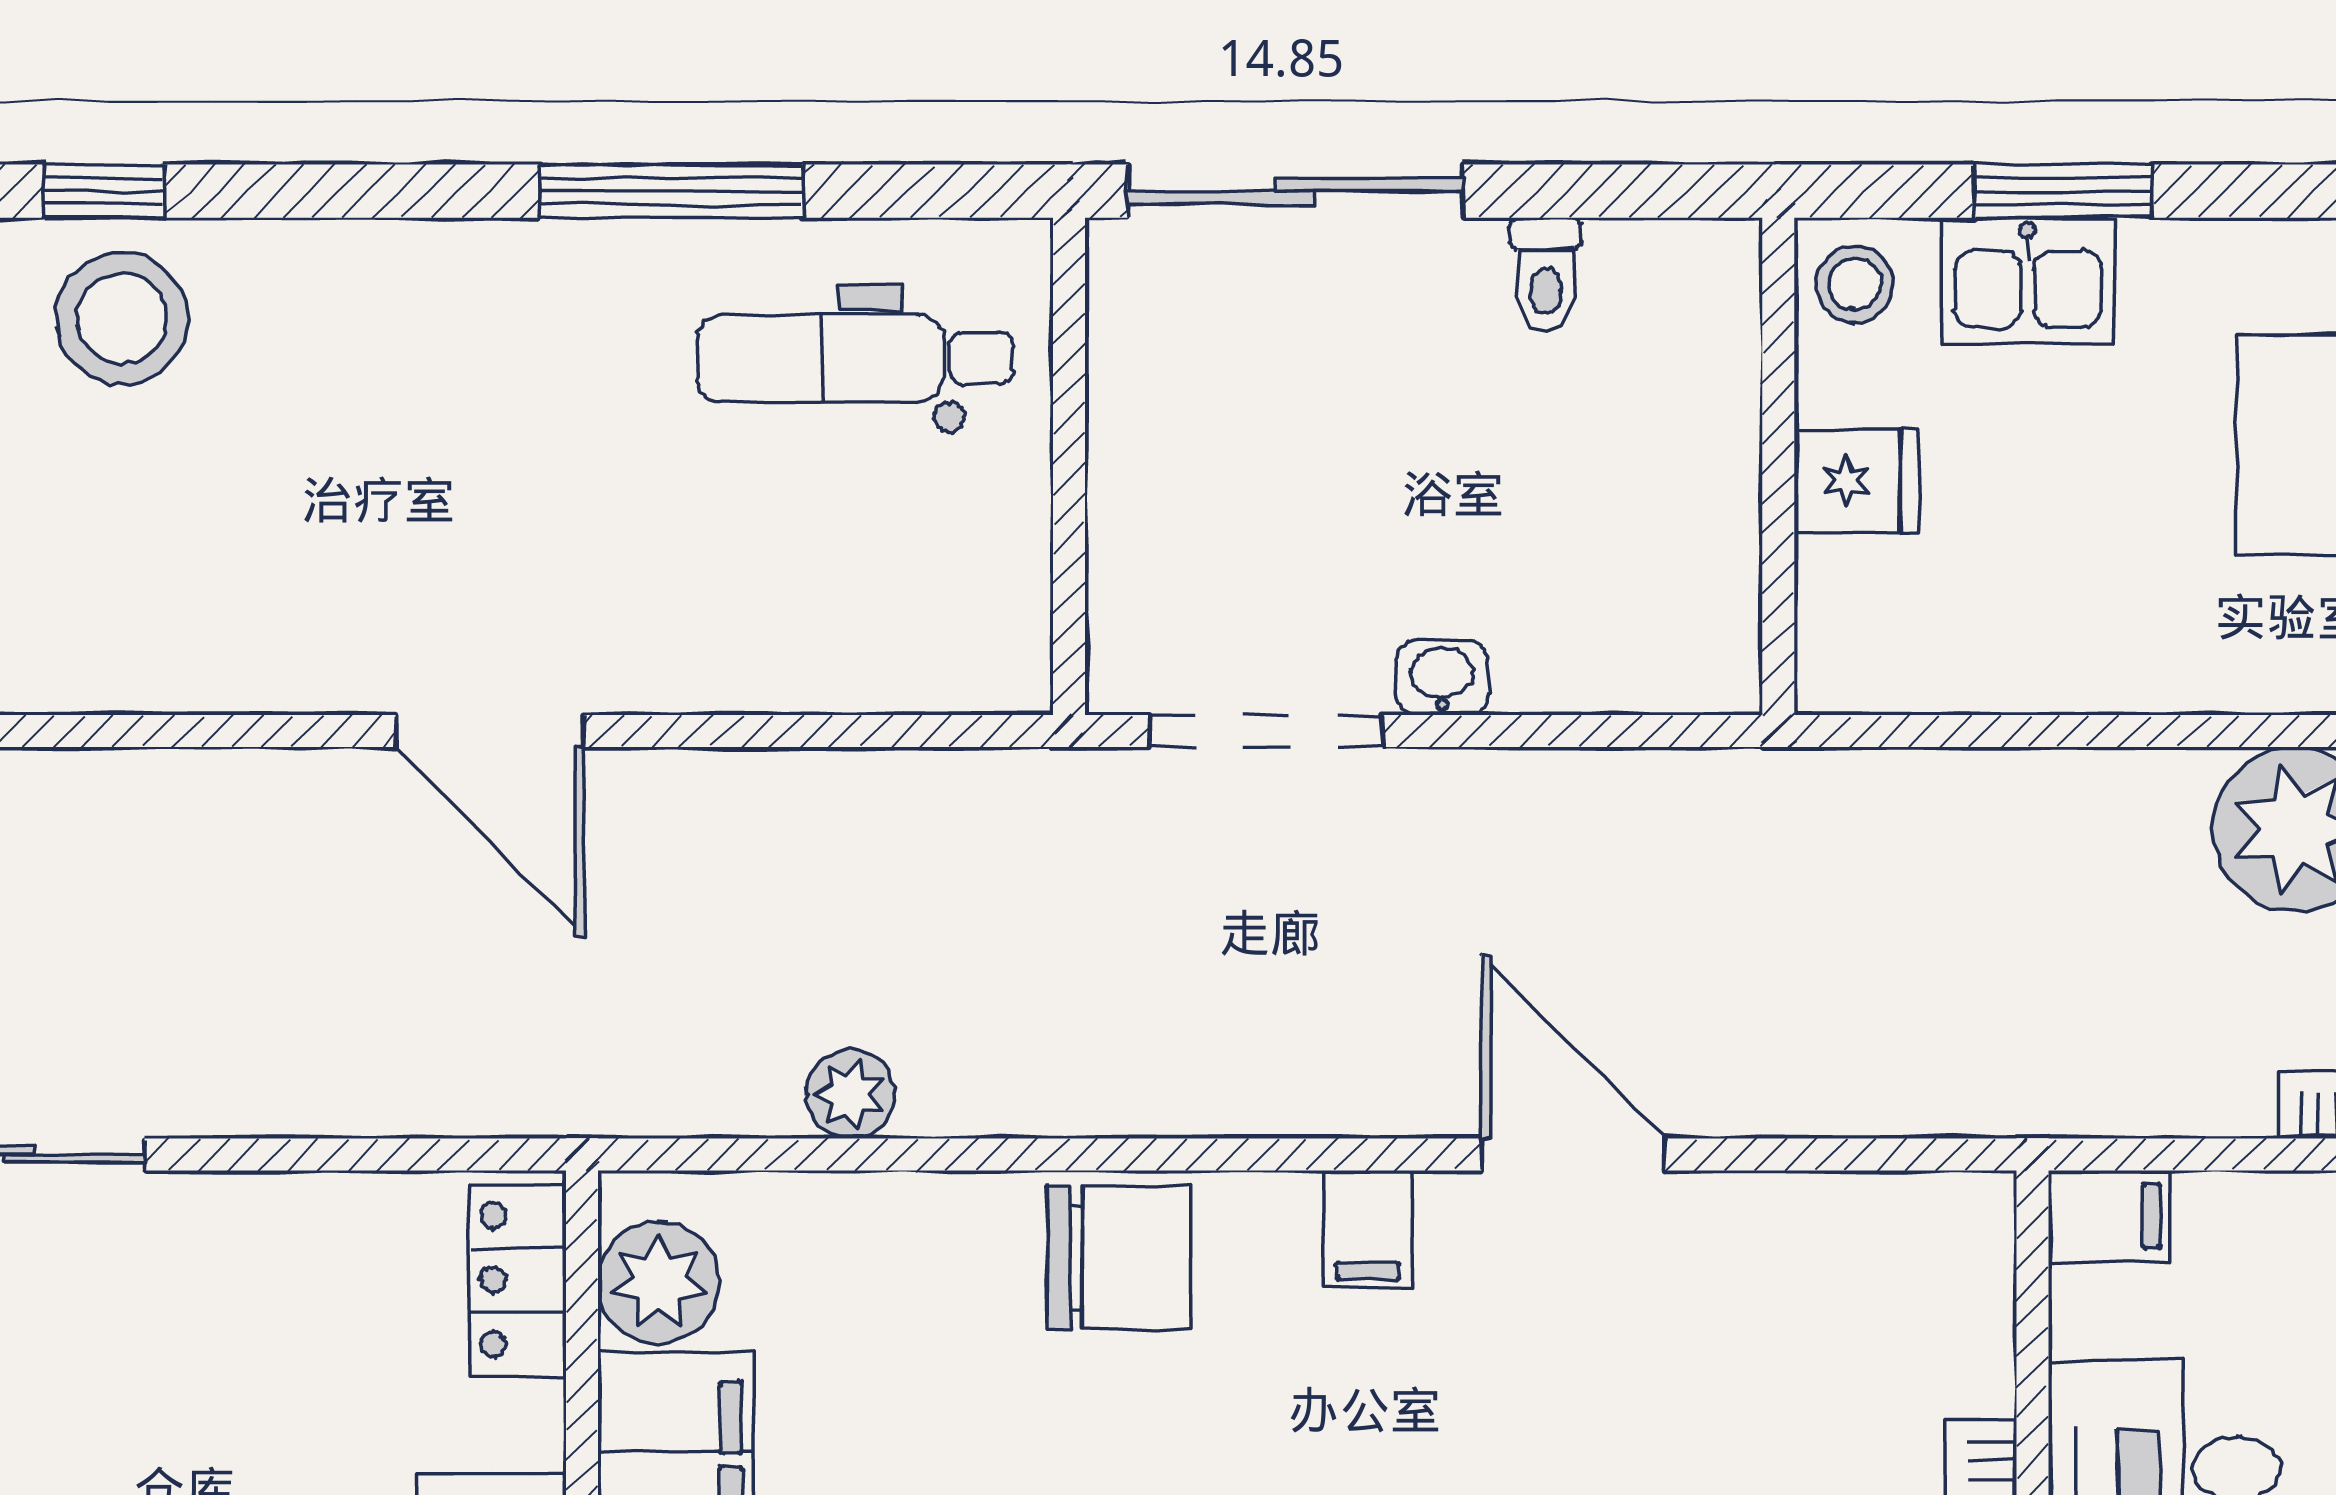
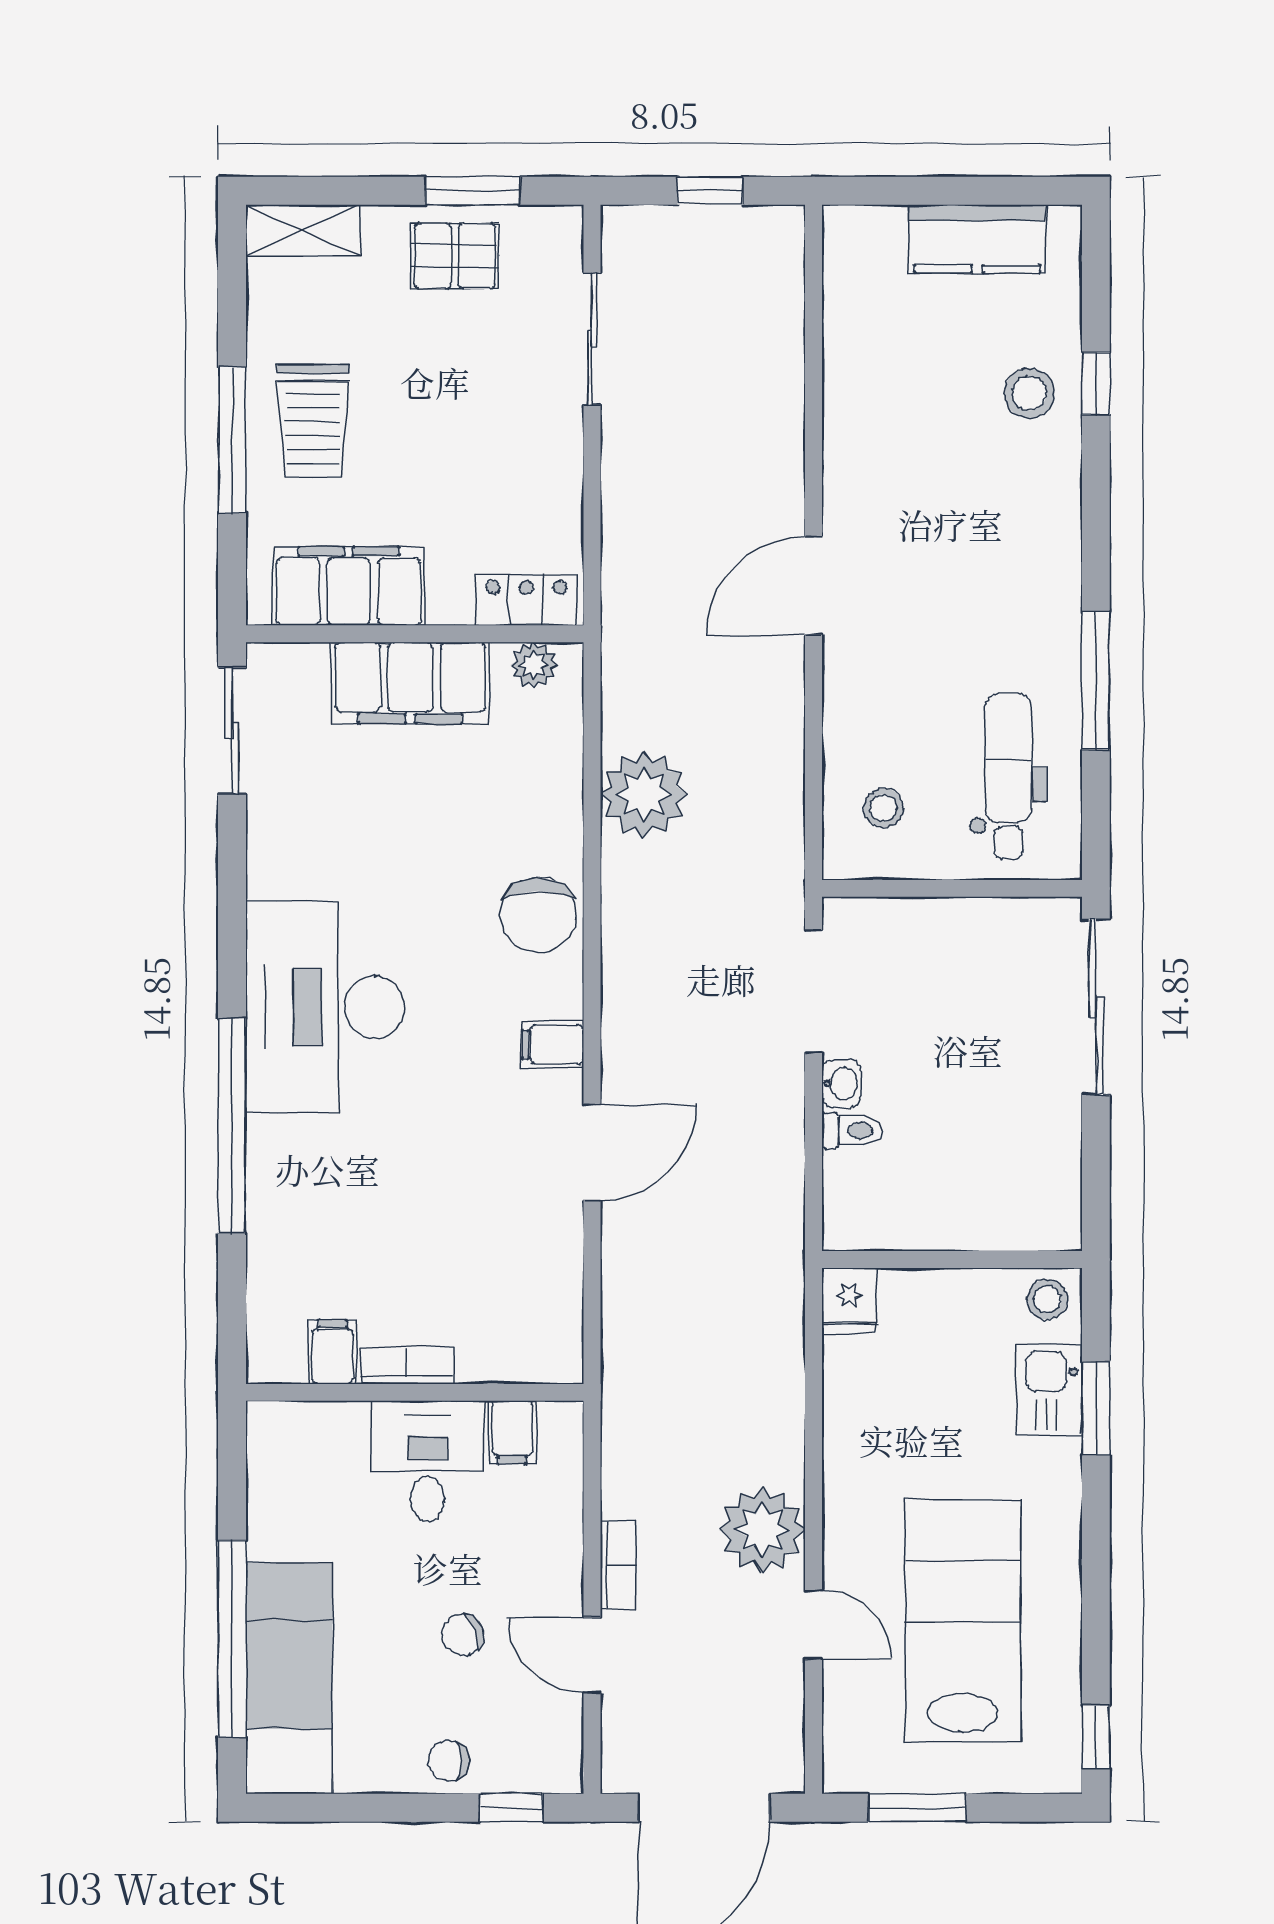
toilet: (1546, 275) -> (852, 1130), moved, turned 180
stool: (122, 318) -> (1029, 393), width x0.73, depth x0.73
fridge: (1857, 481) -> (849, 1300), moved
stool: (915, 597) -> (883, 808), added
plant: (851, 1094) -> (644, 794), width x1.88, depth x1.88
filing cabinet: (2109, 1216) -> (512, 1432), moved
plant: (659, 1282) -> (534, 665), width x0.73, depth x0.73

